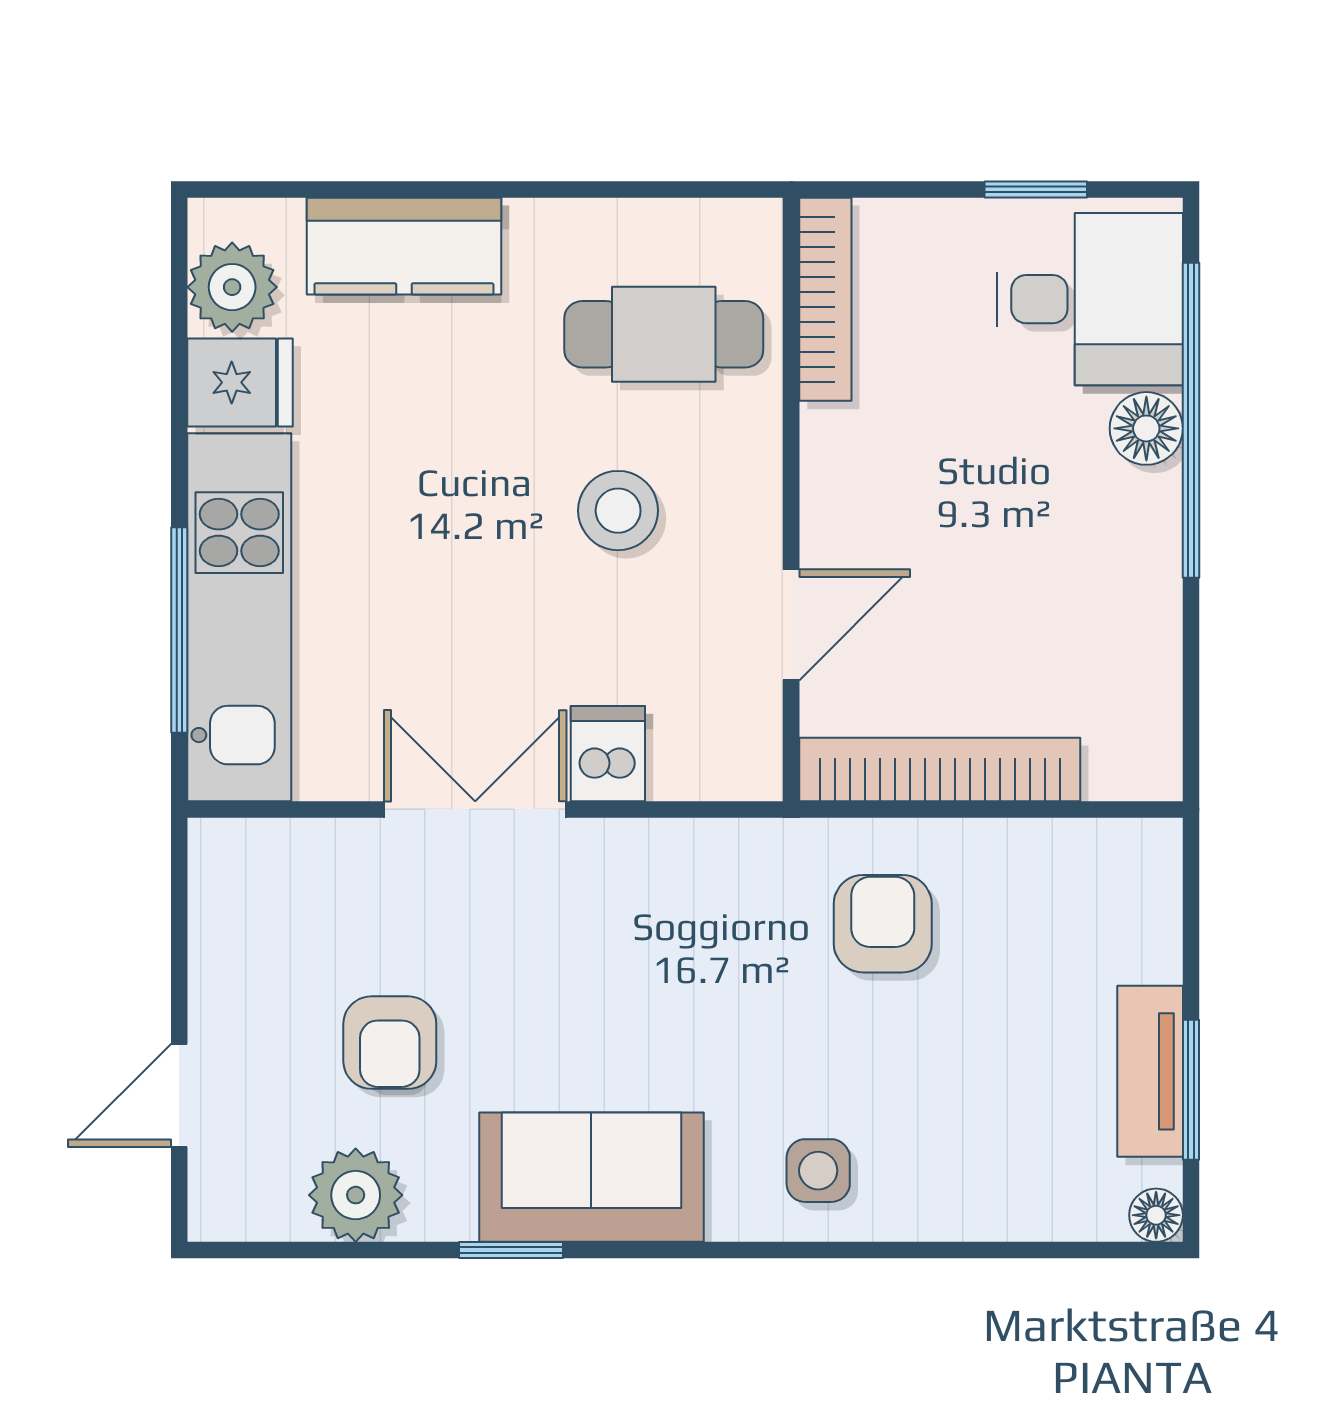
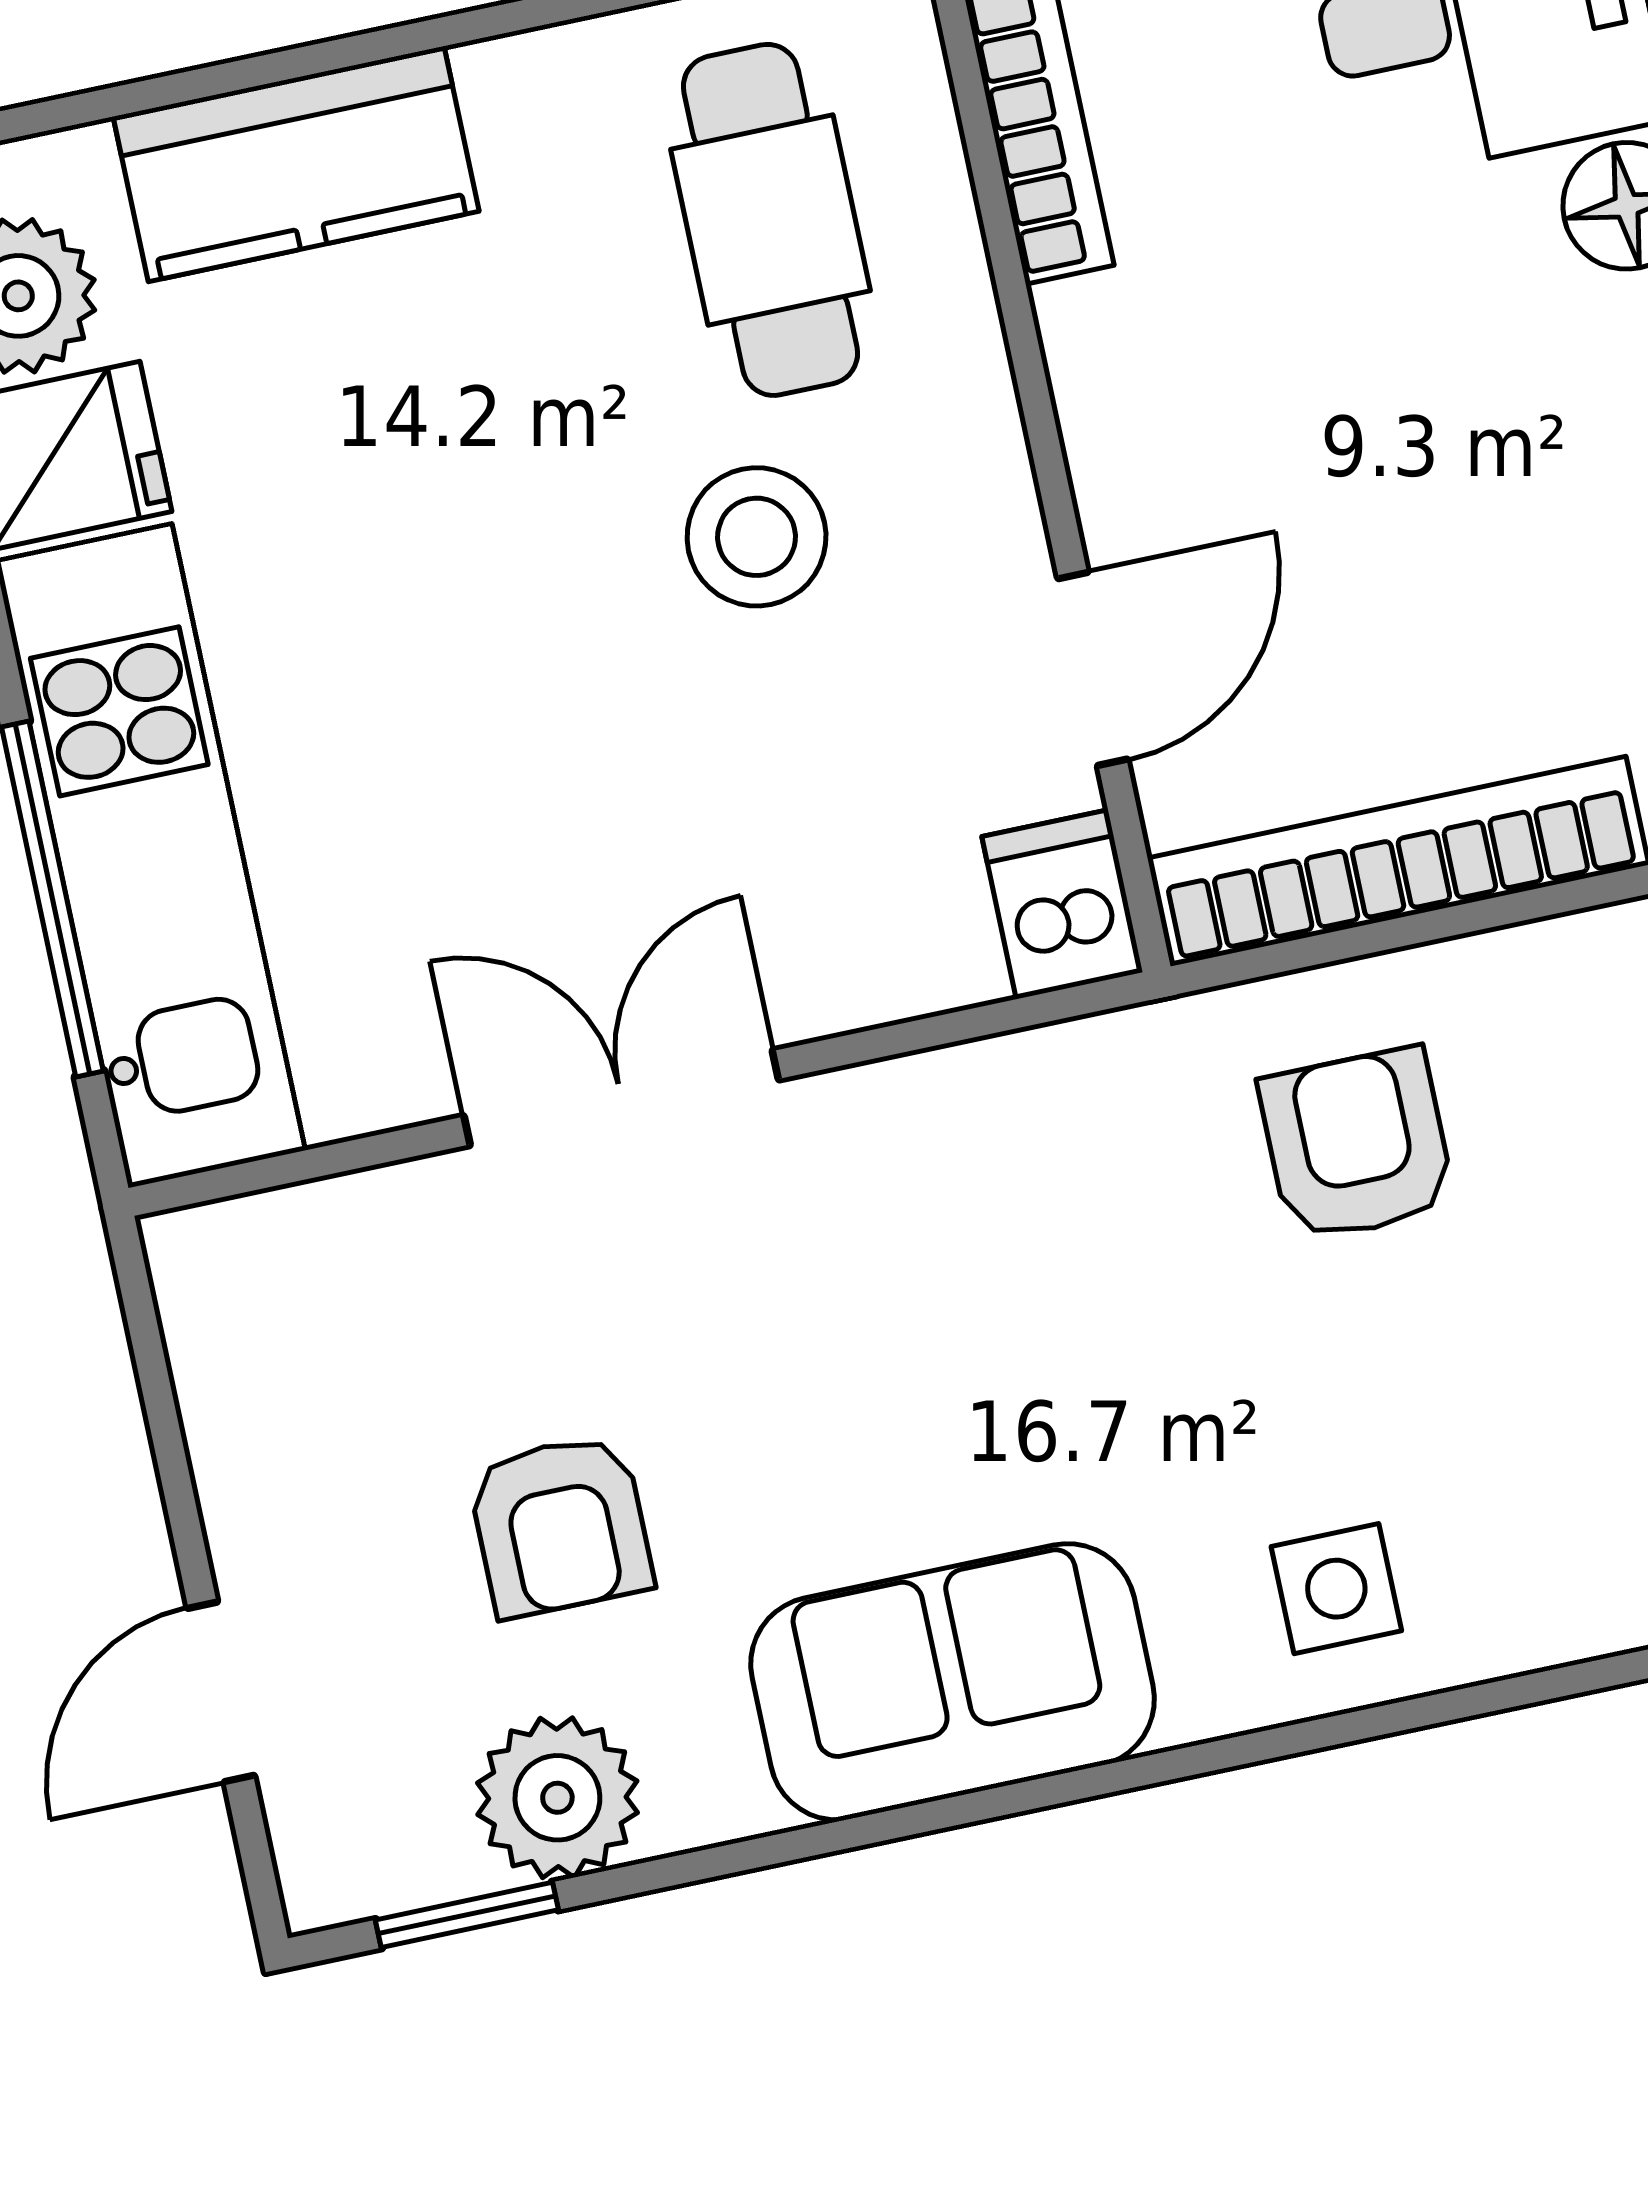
cafe table: (664, 334) -> (771, 220), turned 90
dishwasher: (608, 754) -> (1062, 904), moved
window: (511, 1250) -> (467, 1915), moved

